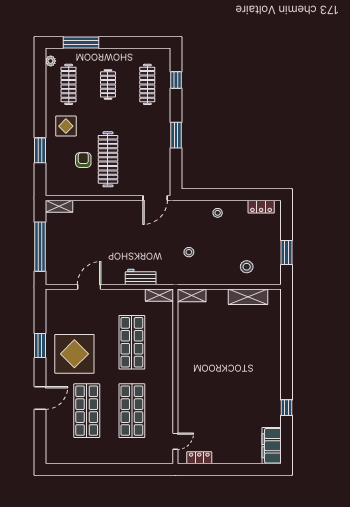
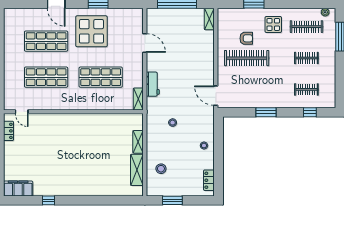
clothes rail: (147, 84) -> (306, 89), width x0.73
shelving: (192, 295) -> (138, 142), moved

